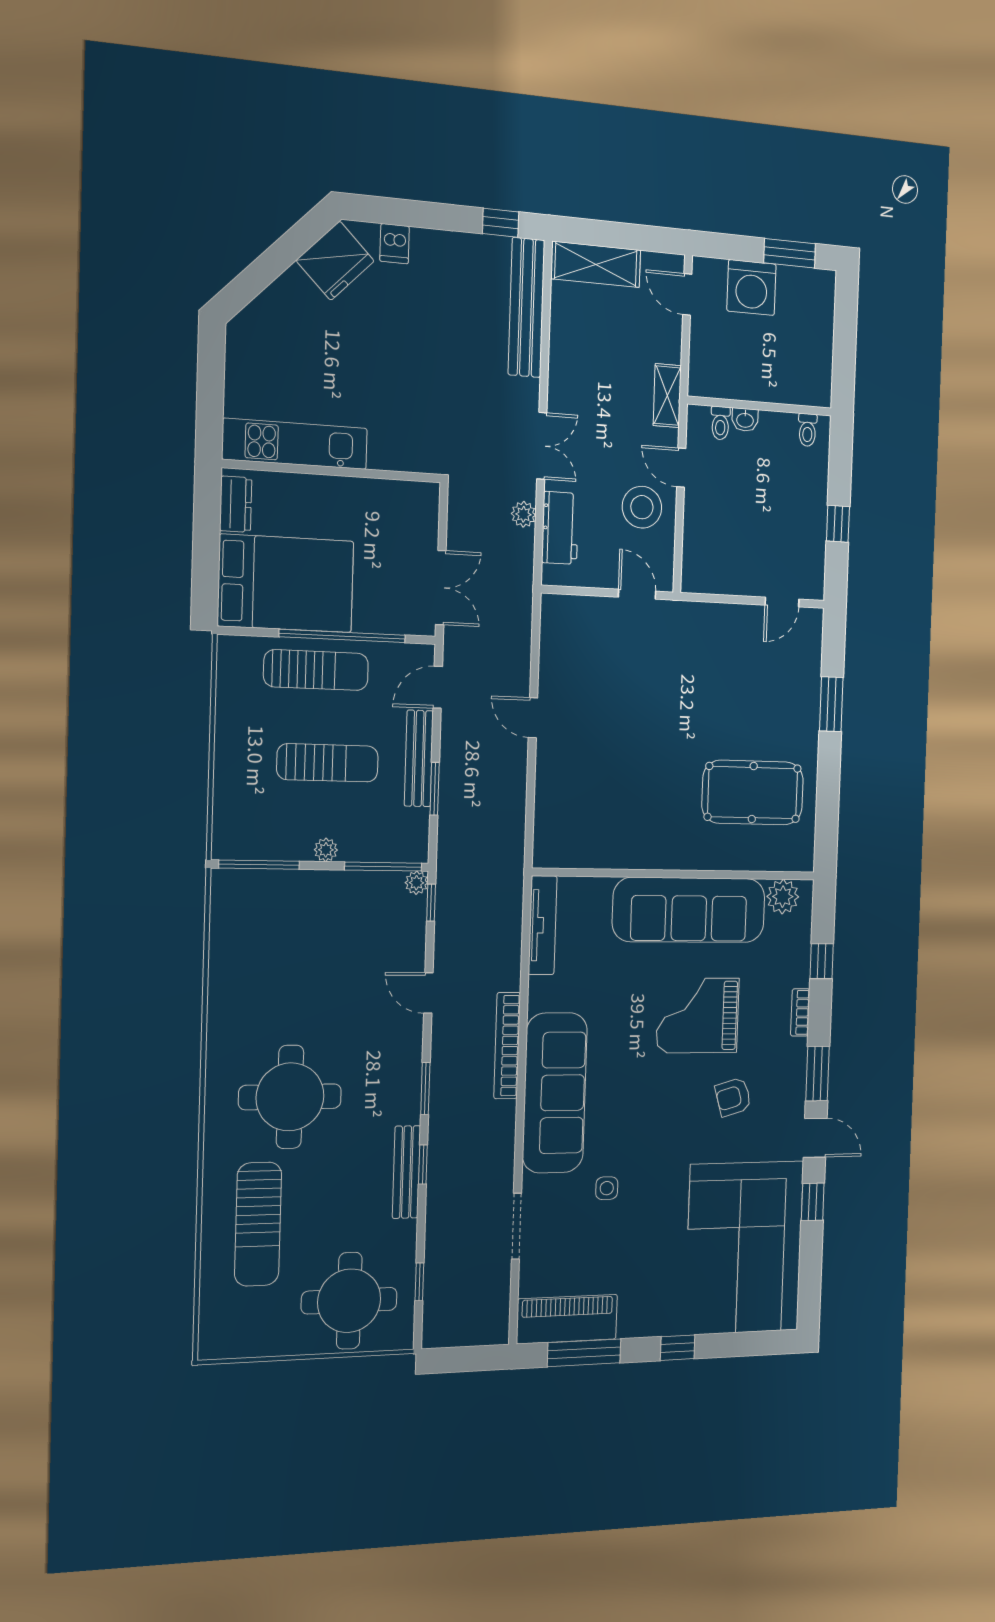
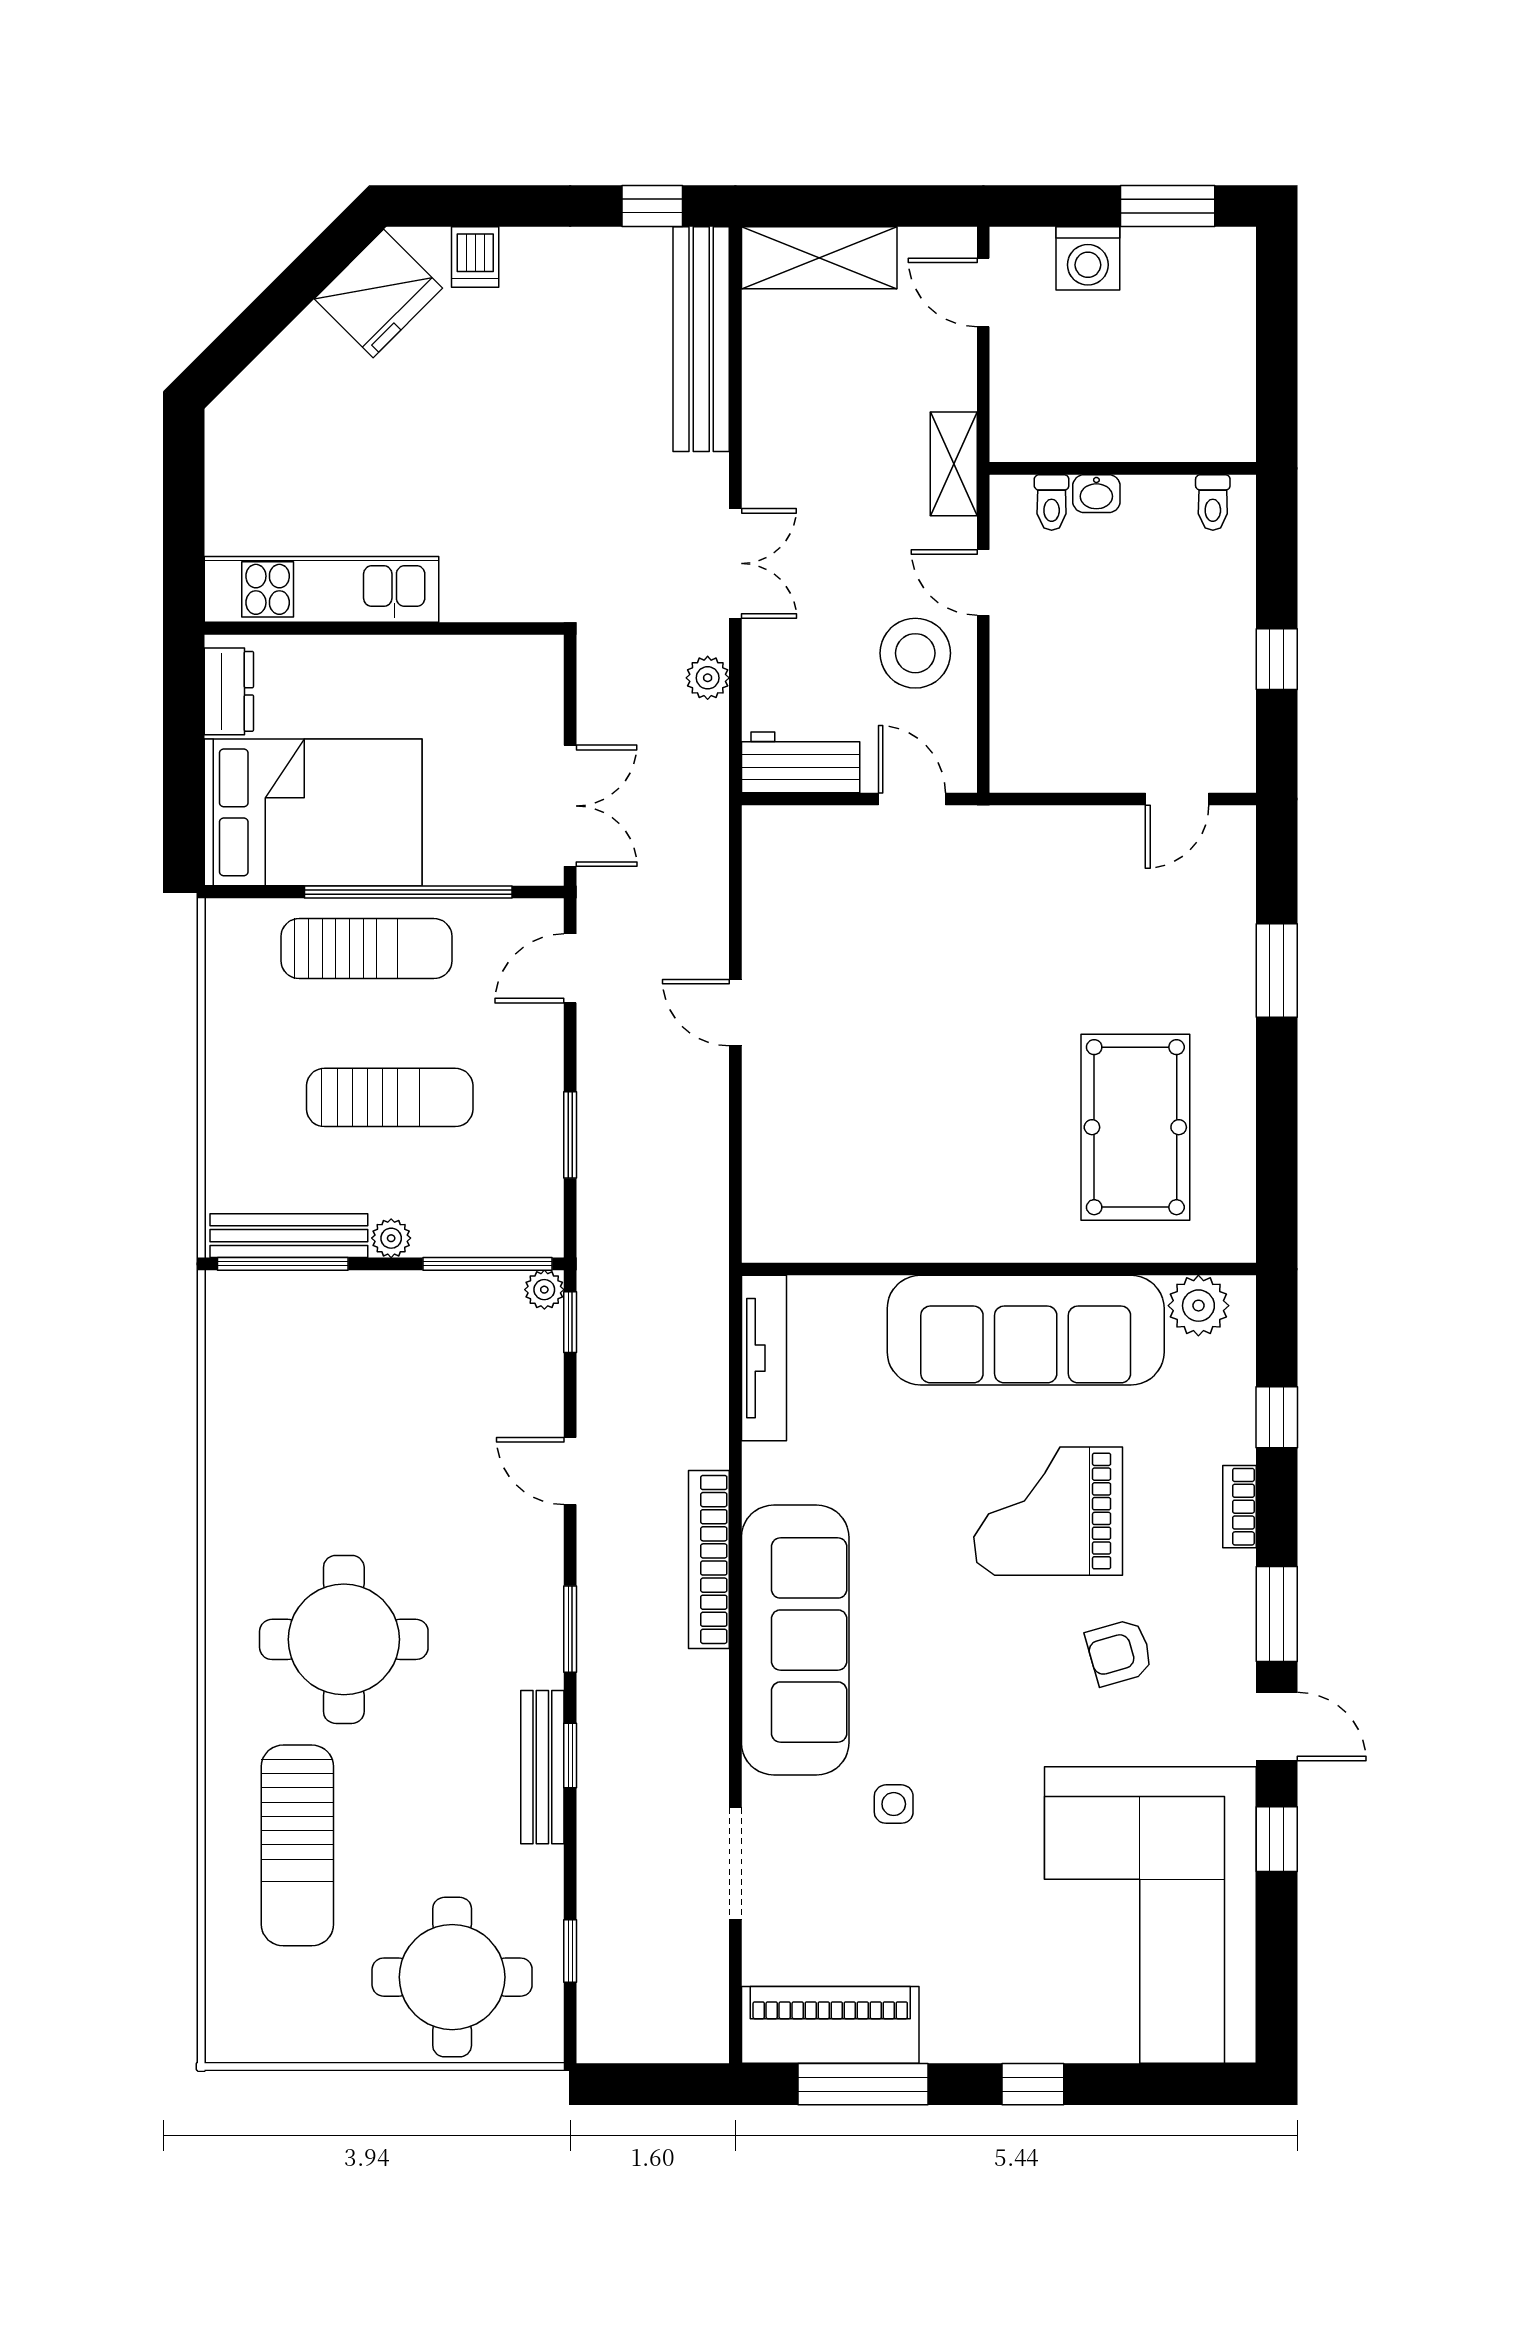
washing machine: (751, 288) -> (1088, 258), width x0.73, depth x0.73
workbench: (560, 528) -> (801, 762), moved, turned -90
bench: (419, 758) -> (289, 1236), moved, turned 90
pool table: (753, 793) -> (1135, 1127), turned 90

